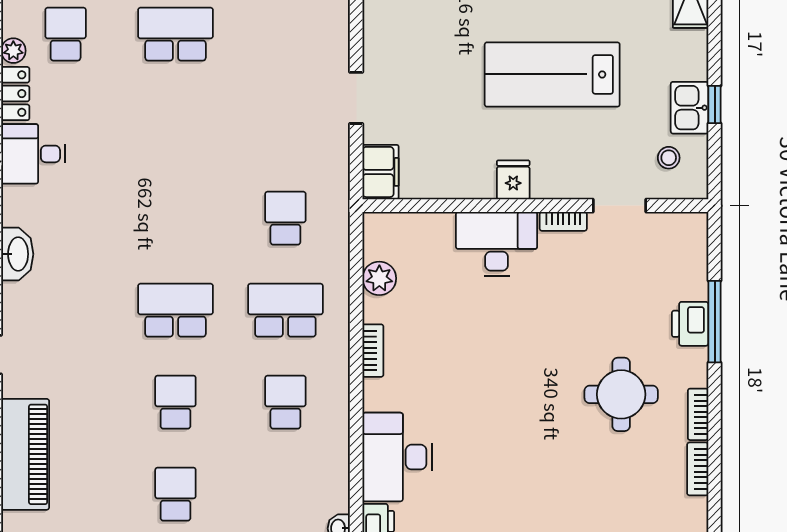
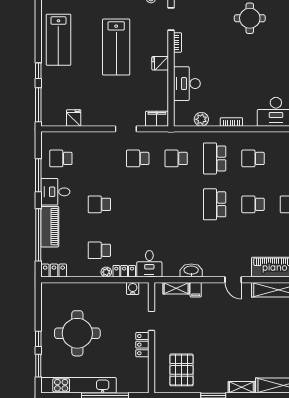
school desk: (175, 34) -> (99, 204), width x0.54
school desk: (285, 126) -> (138, 158), added
desk: (497, 244) -> (187, 84), moved

